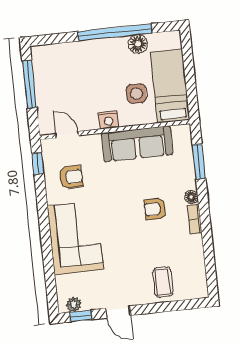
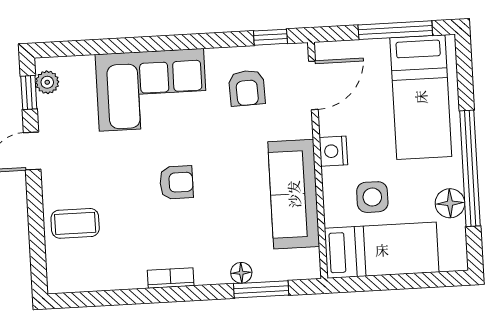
bed: (71, 66) -> (421, 97), added
door: (67, 135) -> (313, 85), width x1.38
floor lamp: (191, 197) -> (241, 273), moved
armchair: (155, 209) -> (176, 182), moved, turned 90

